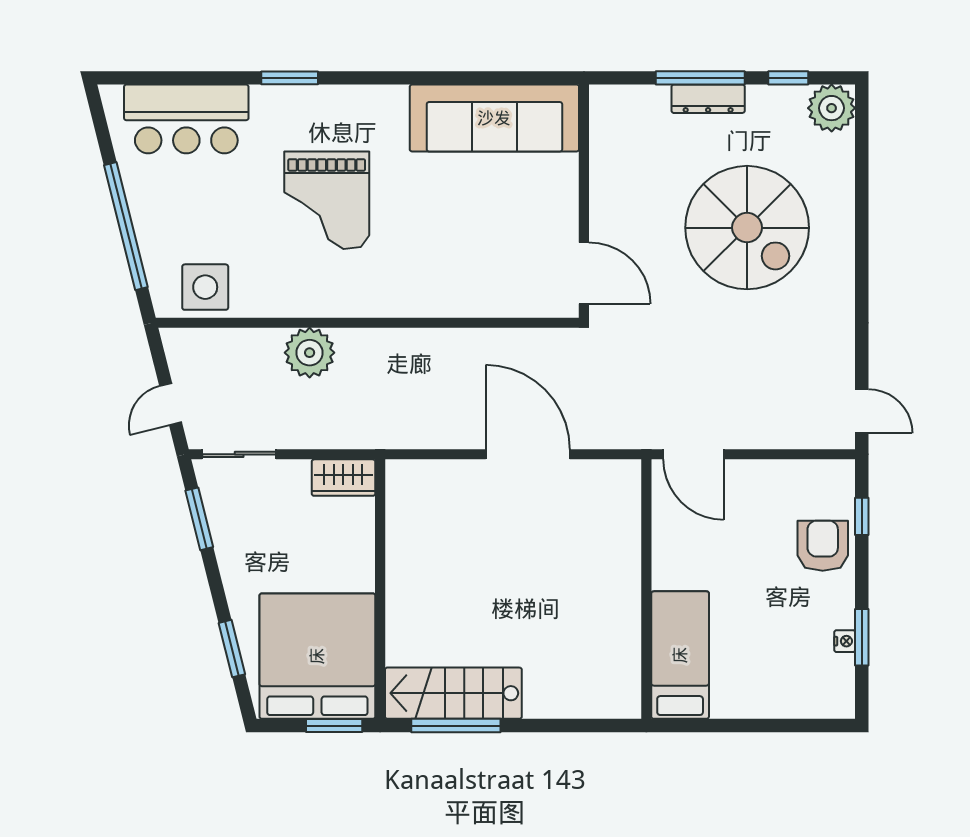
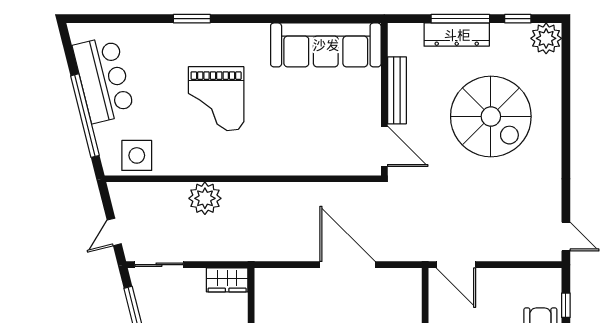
dresser: (708, 99) -> (457, 35), width x1.37, depth x1.24
bar counter: (186, 119) -> (104, 79), moved, turned -104
bench: (603, 187) -> (397, 90), added

